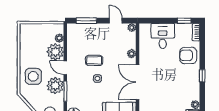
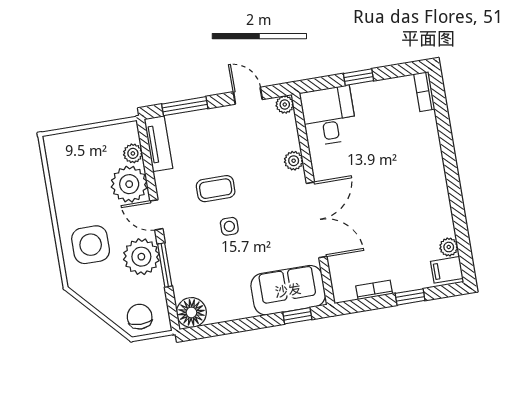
window: (184, 21) -> (358, 77), moved
tv unit: (72, 36) -> (158, 144), added
desk: (163, 36) -> (329, 116), moved
armchair: (188, 55) -> (416, 144), removed
window: (202, 76) -> (453, 183), removed
double door: (138, 82) -> (317, 220), swing flipped

